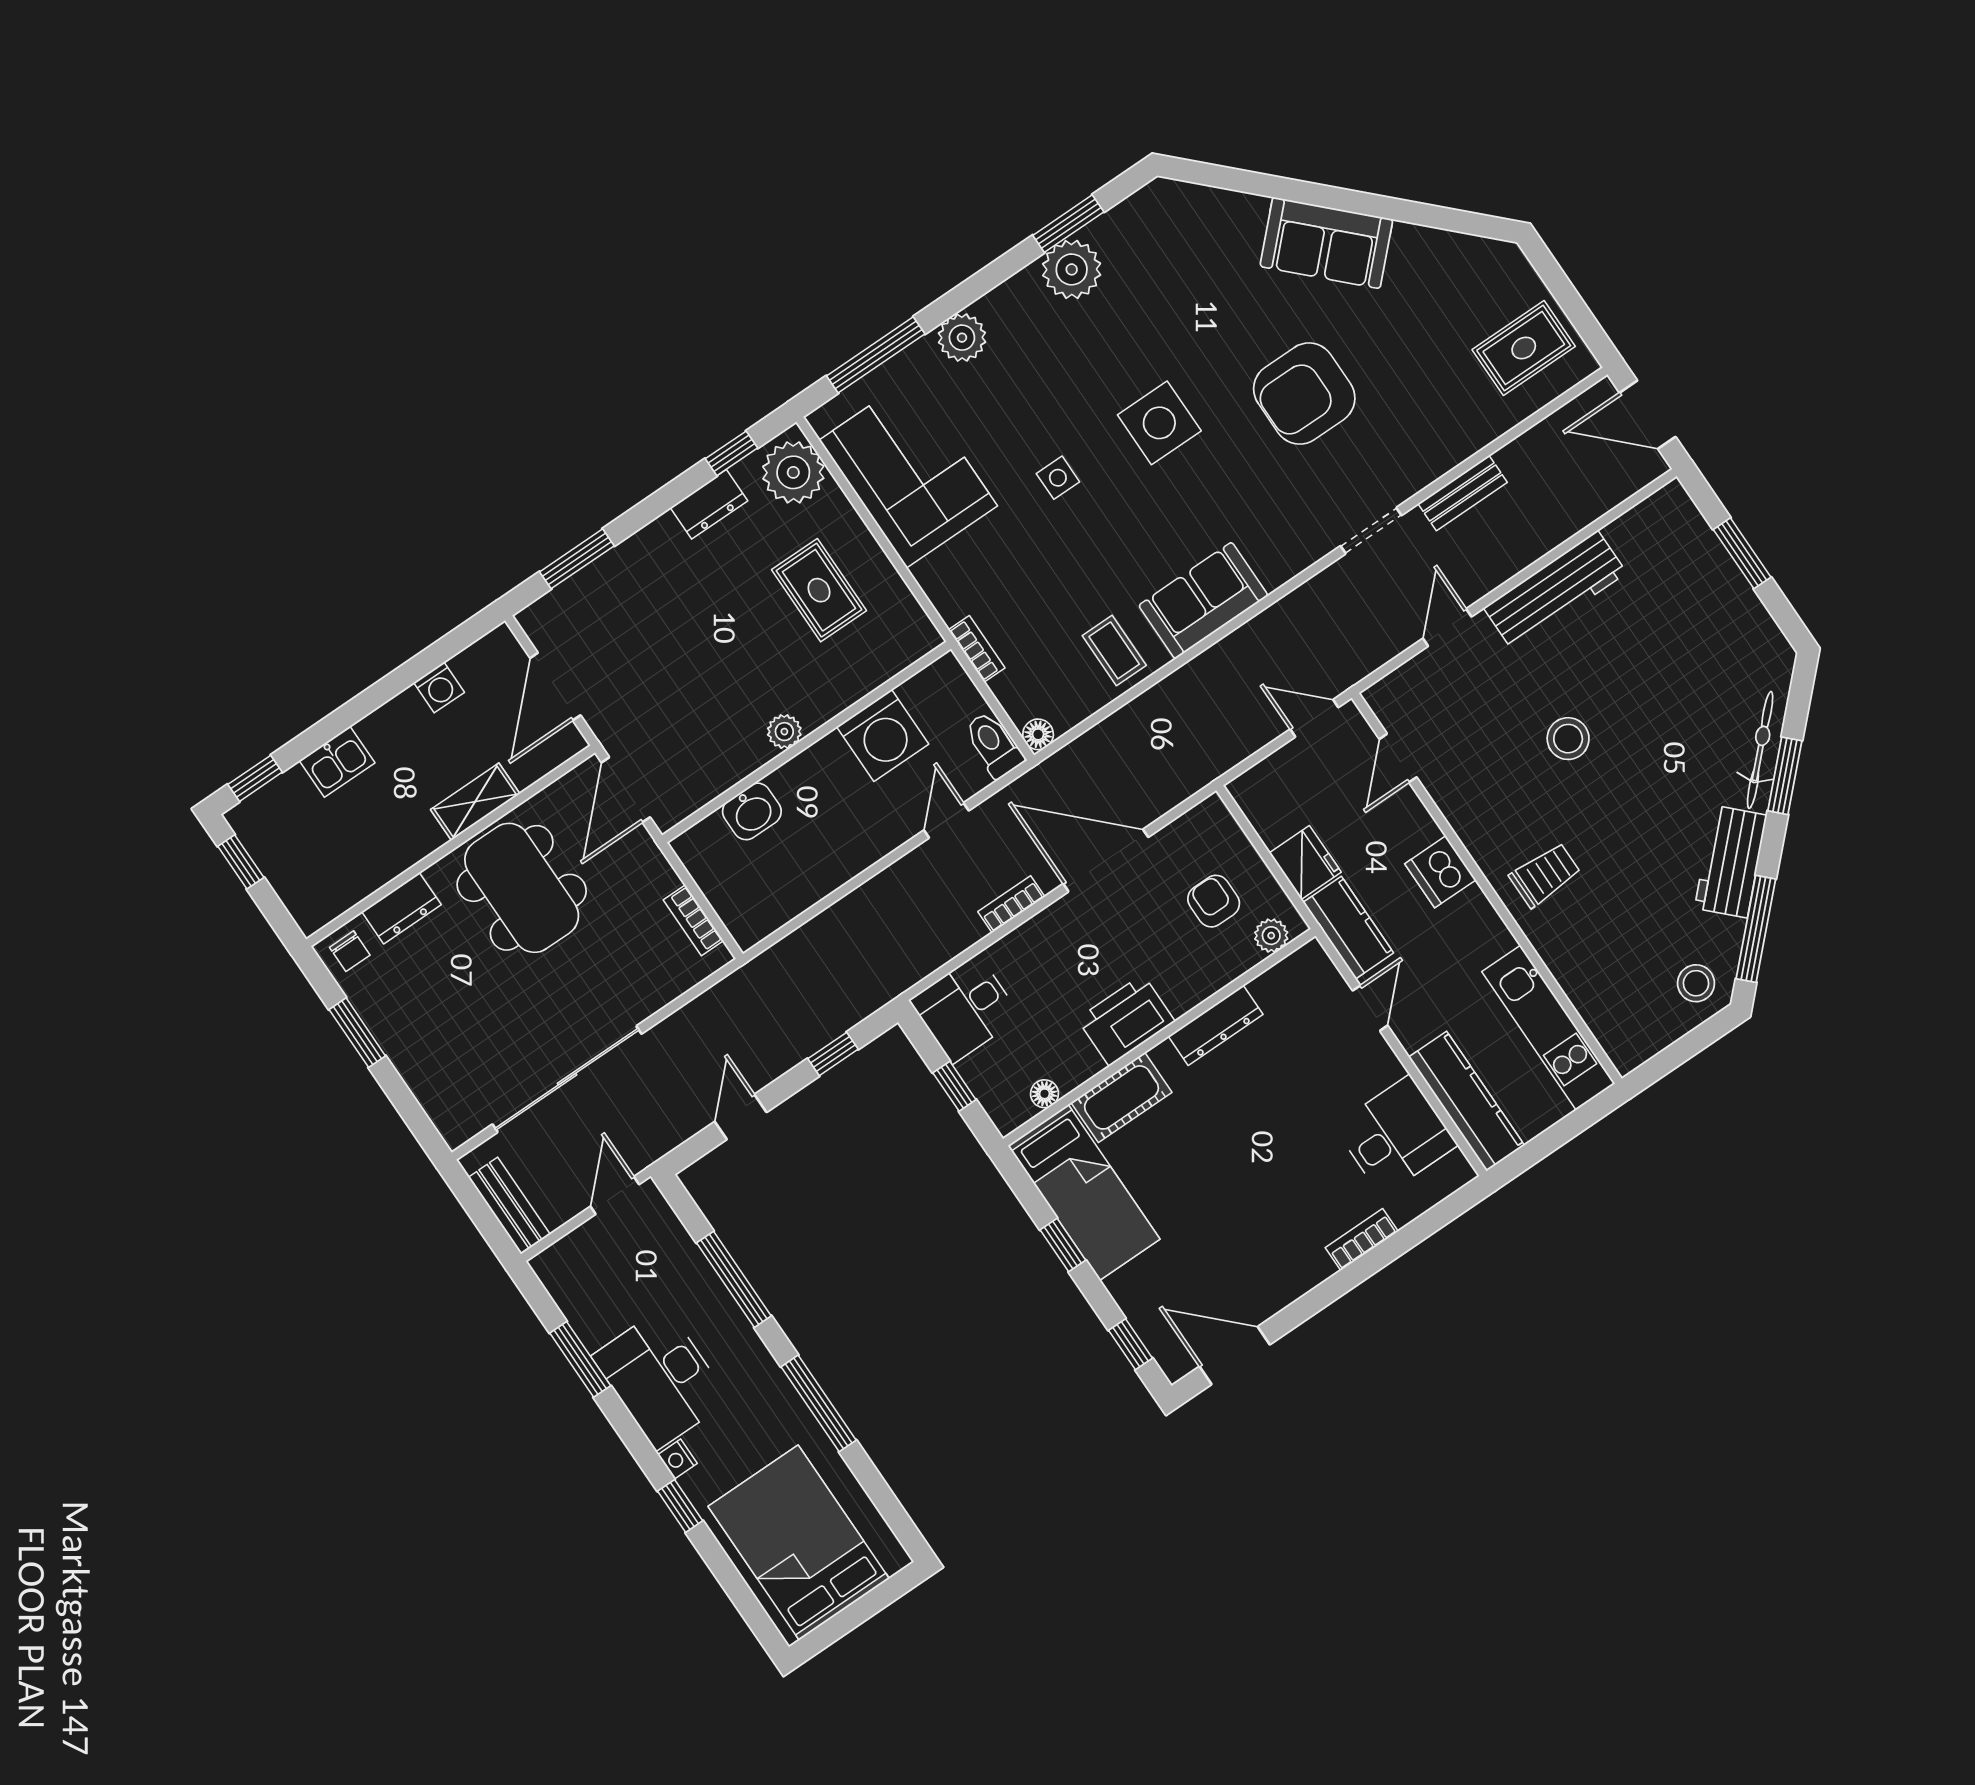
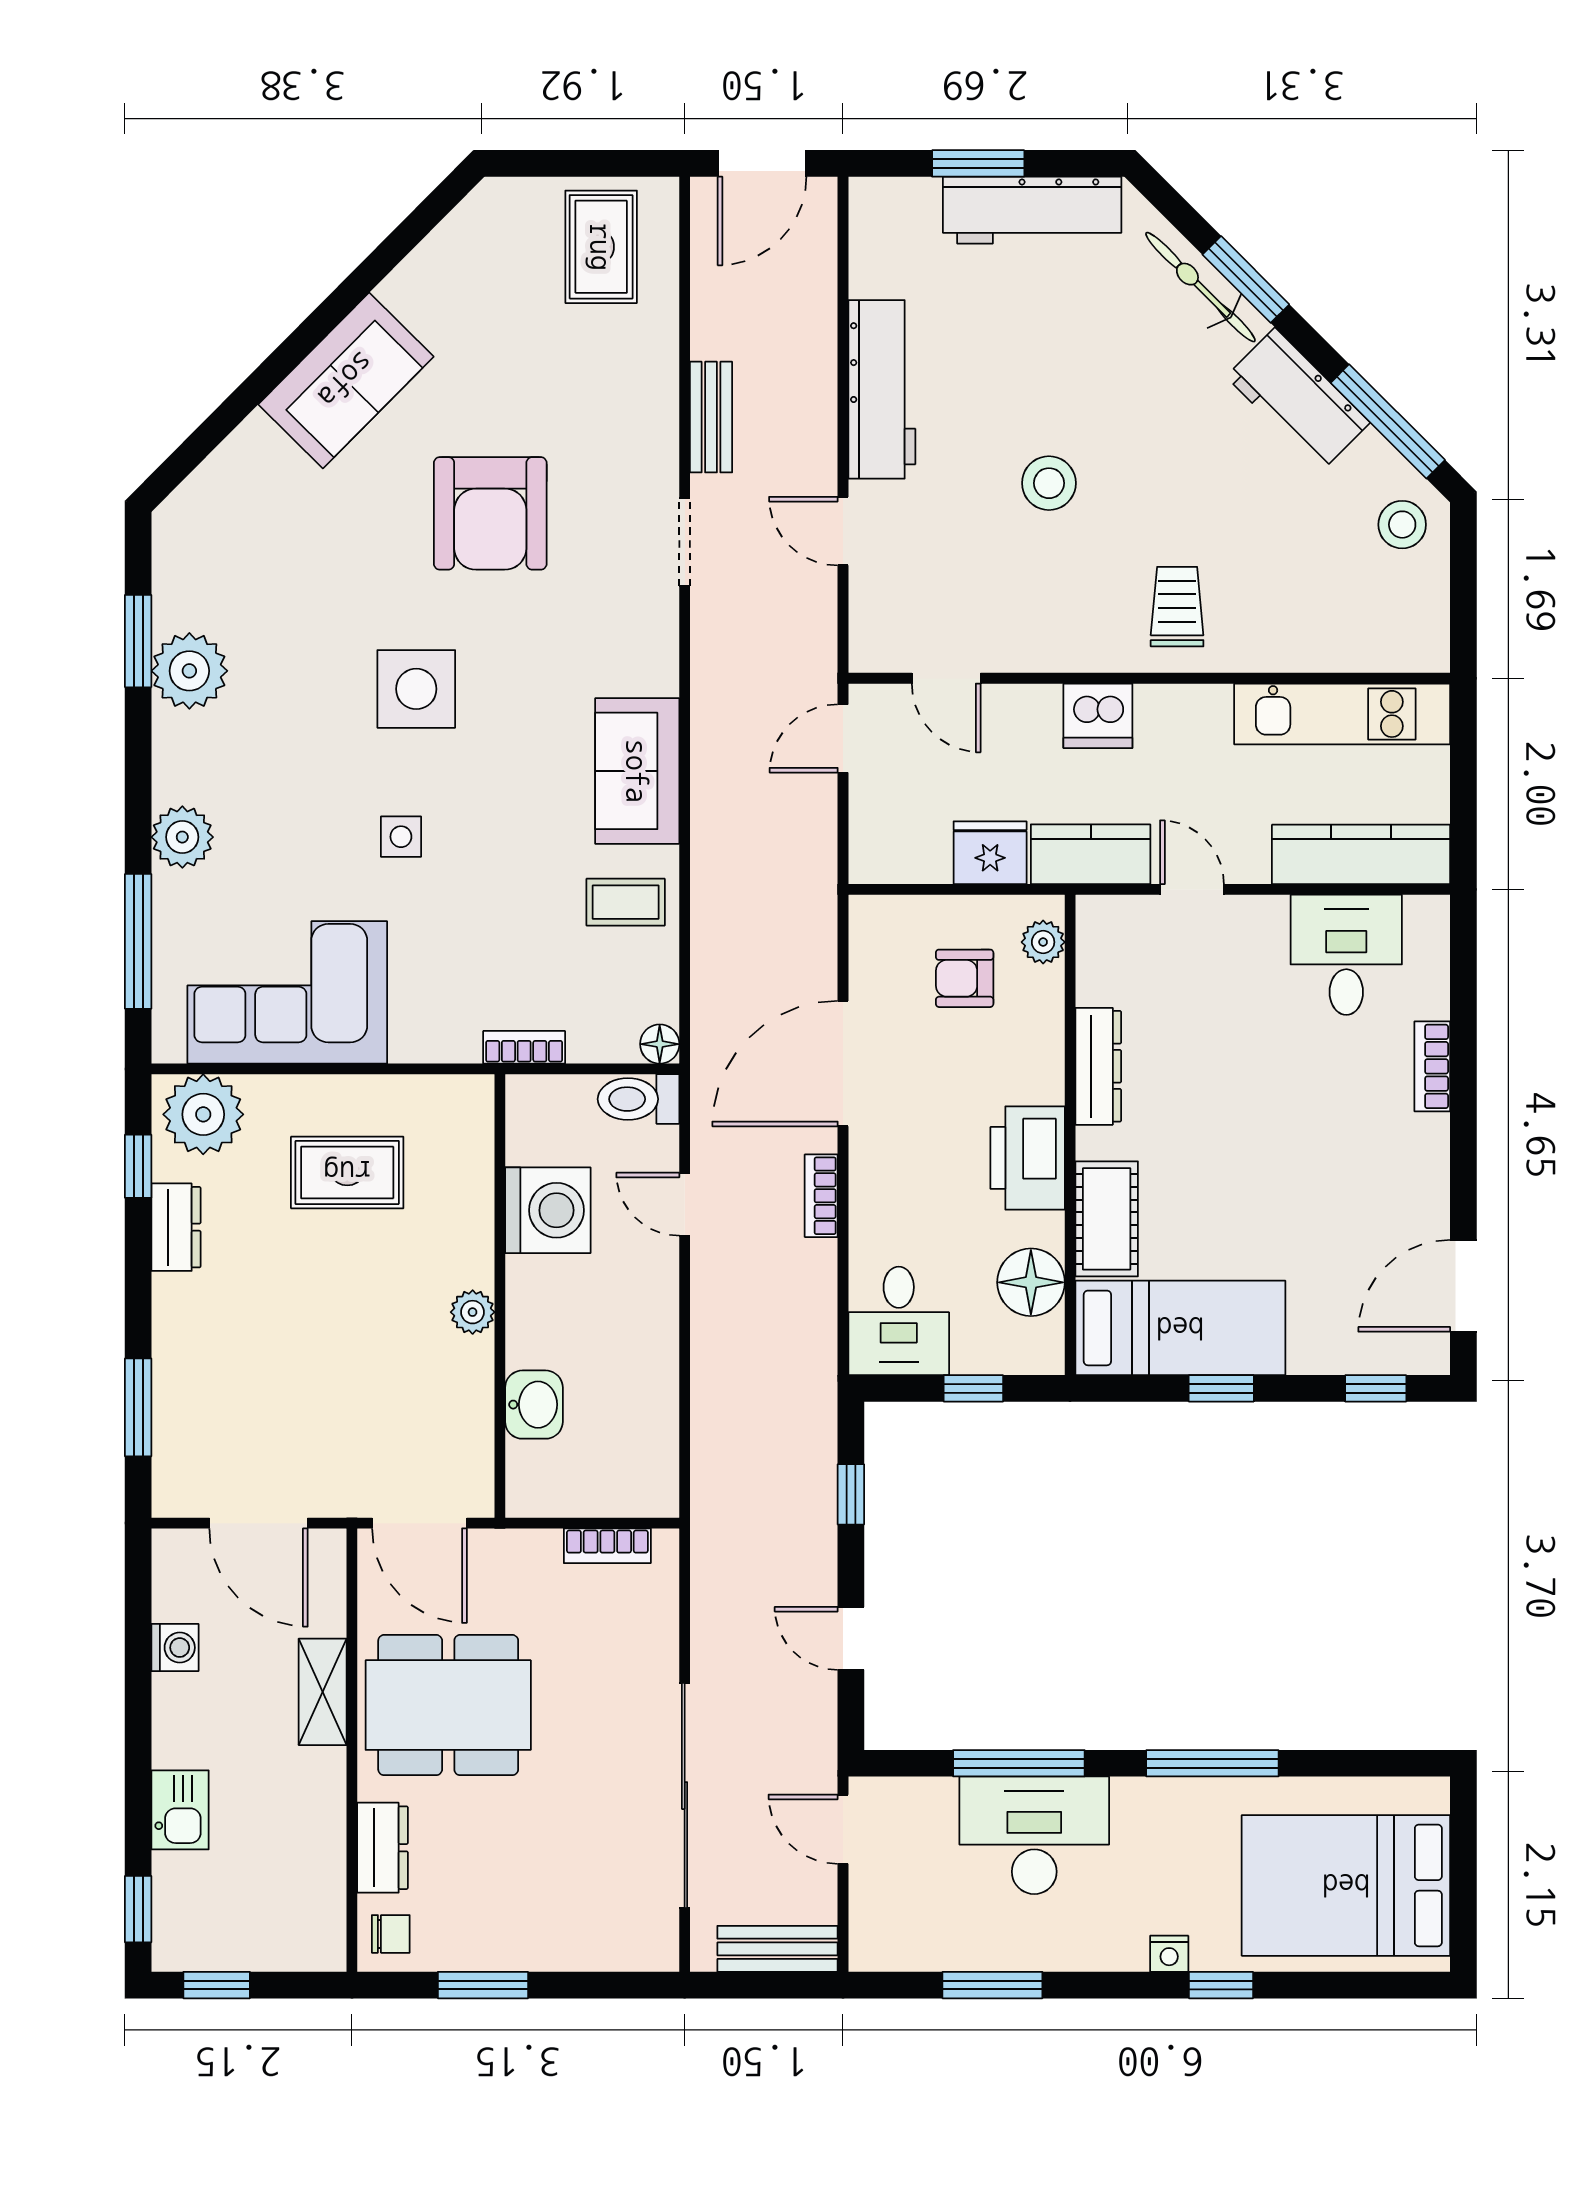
workbench: (1736, 608) -> (1032, 210), added
floor lamp: (1044, 1094) -> (1031, 1282), width x1.89, depth x1.89
desk: (661, 1378) -> (1034, 1835), moved, turned 180

